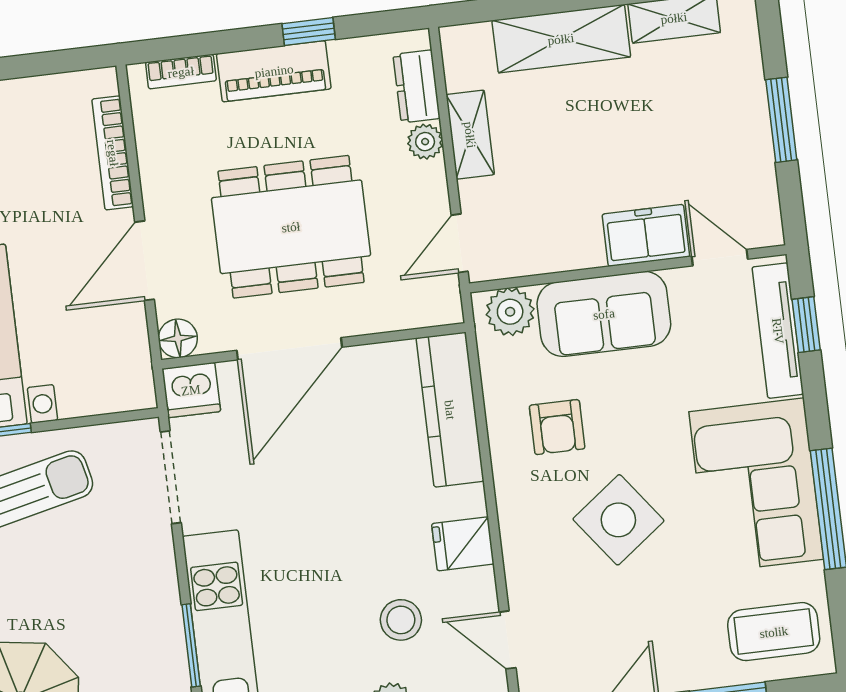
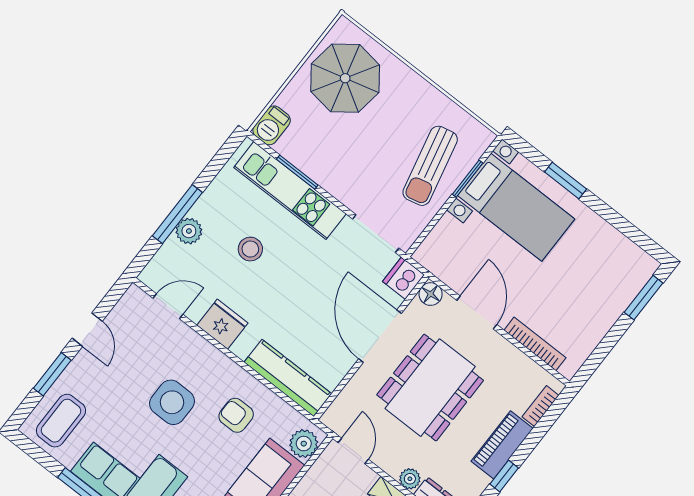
side table: (618, 520) -> (172, 402), turned 37
fridge: (463, 544) -> (222, 324), width x1.38
stool: (401, 620) -> (250, 249), moved

